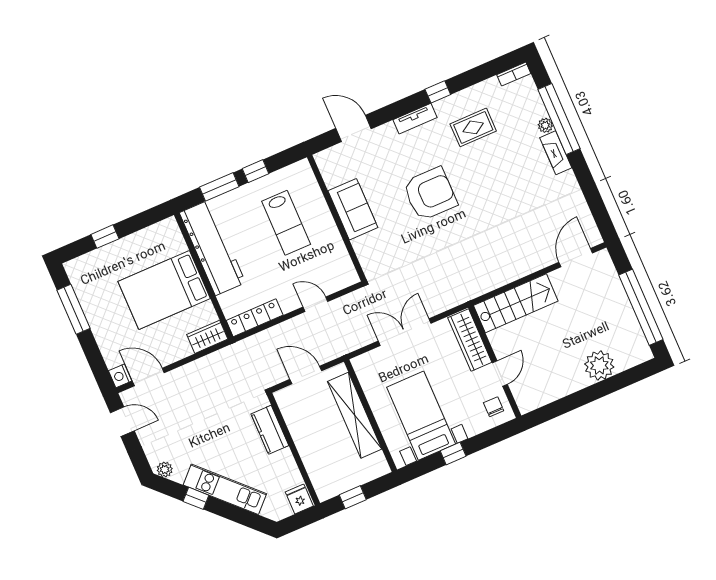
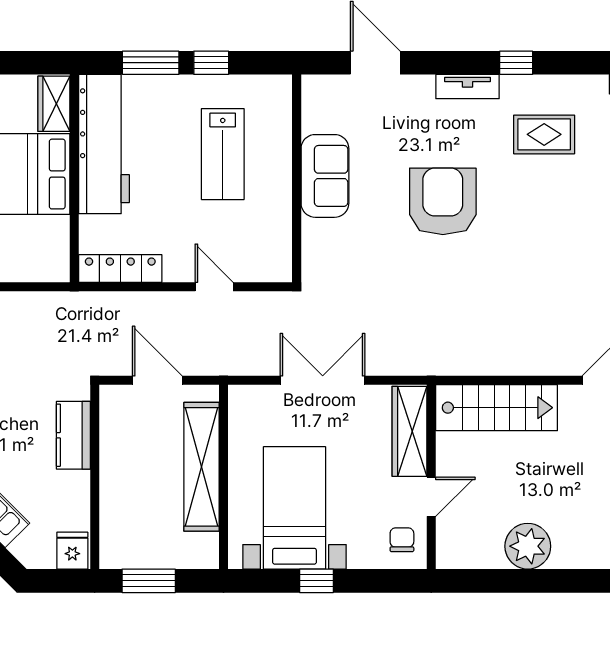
armchair: (430, 194) -> (443, 201), turned -90
wardrobe: (207, 337) -> (54, 104), moved, turned -90
plant: (599, 365) -> (528, 546), moved
window: (353, 497) -> (149, 581), width x1.50

